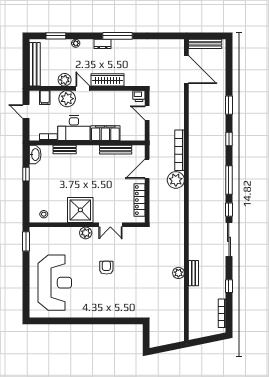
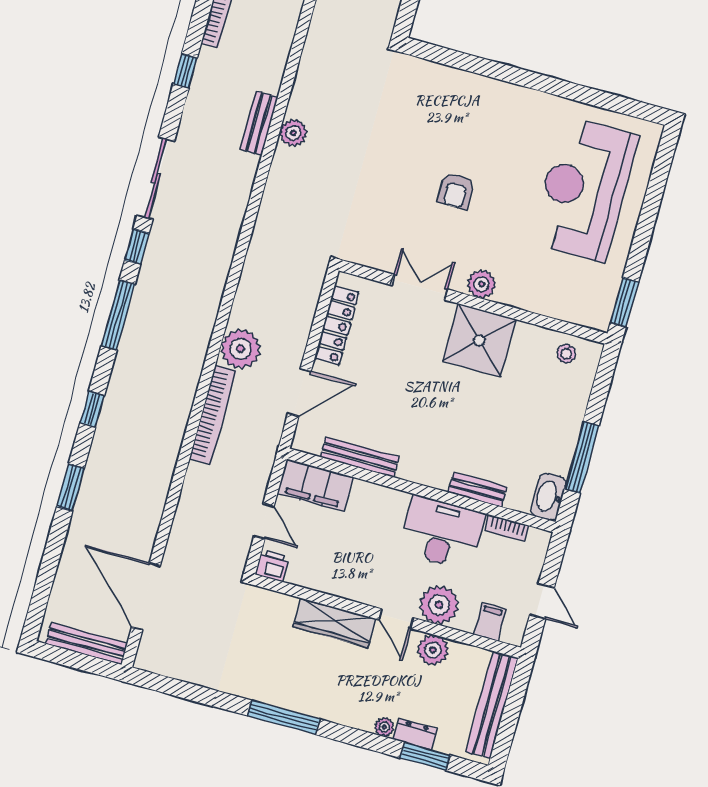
dresser: (102, 44) -> (415, 734), moved
filing cabinet: (105, 133) -> (315, 485), moved
window: (26, 174) -> (582, 457), width x2.17

